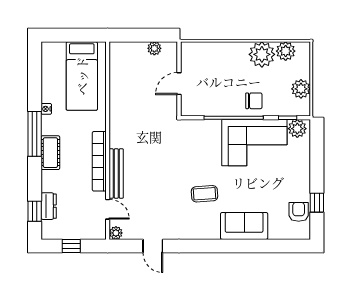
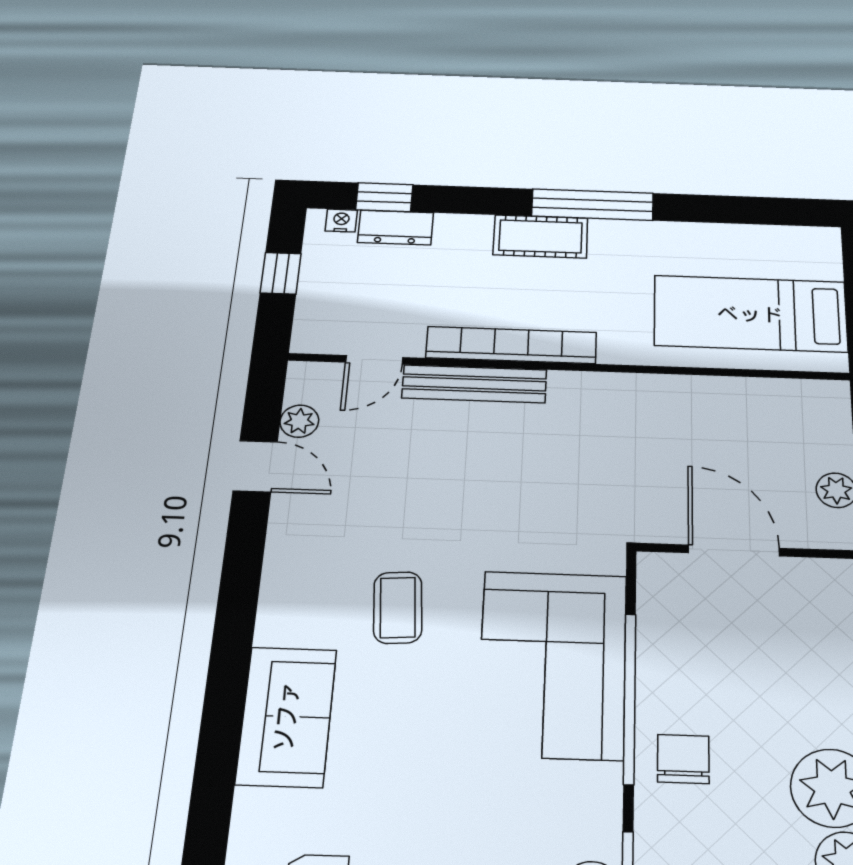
door: (179, 84) -> (734, 550), width x1.38
chair: (254, 101) -> (683, 759), turned 180
nightstand: (46, 109) -> (341, 221), moved
corner sofa: (254, 143) -> (553, 664), moved
plant: (116, 233) -> (299, 421), moved
door: (153, 246) -> (255, 466), swing flipped

